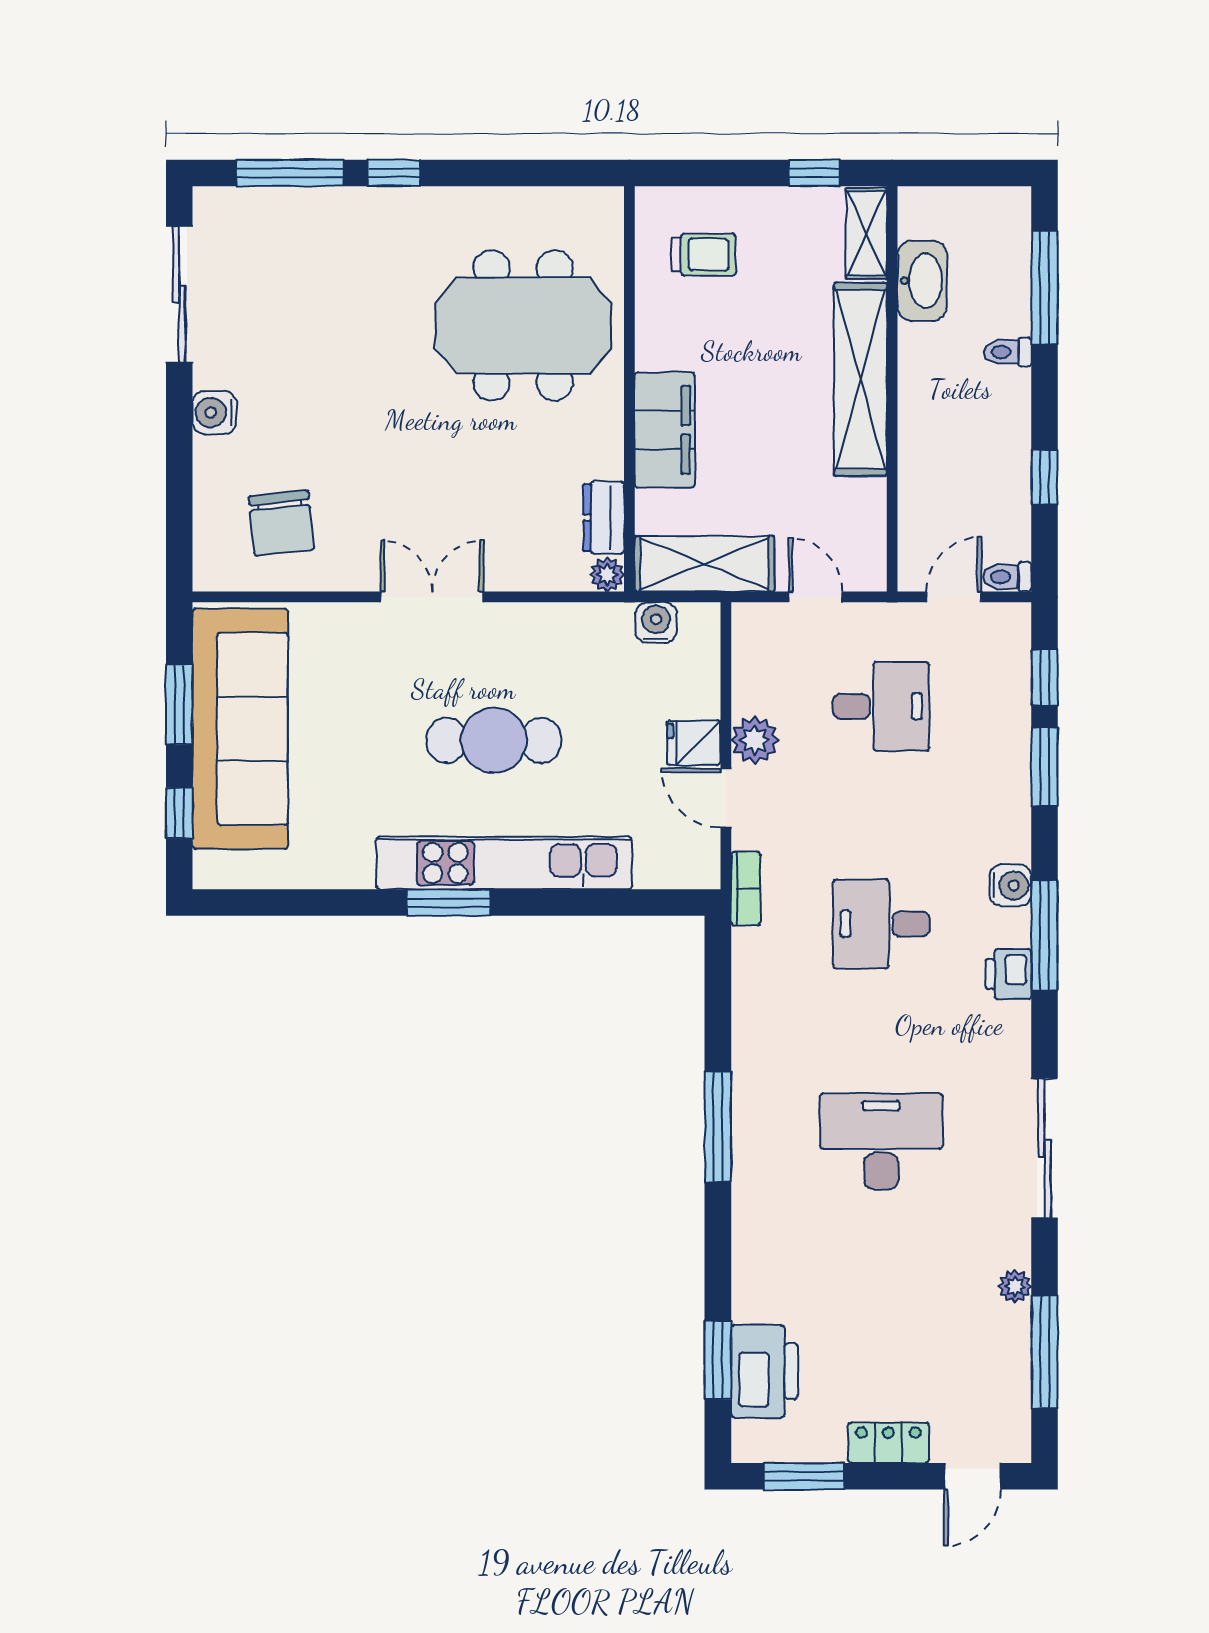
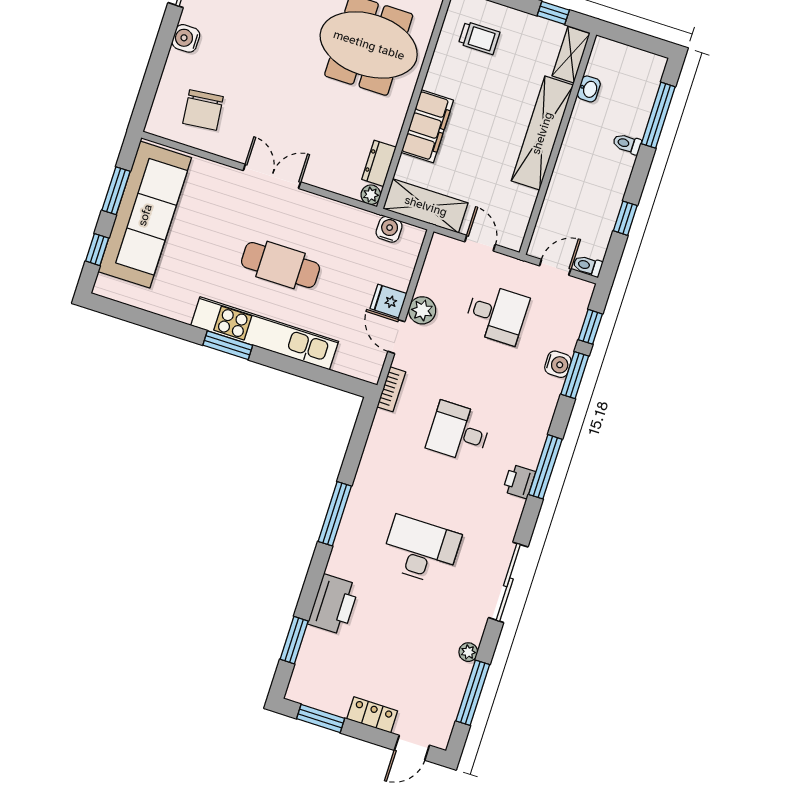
washbasin: (922, 281) -> (589, 89), width x0.52, depth x0.69
water cooler: (1010, 885) -> (558, 364), moved
printer: (764, 1371) -> (333, 604), moved

